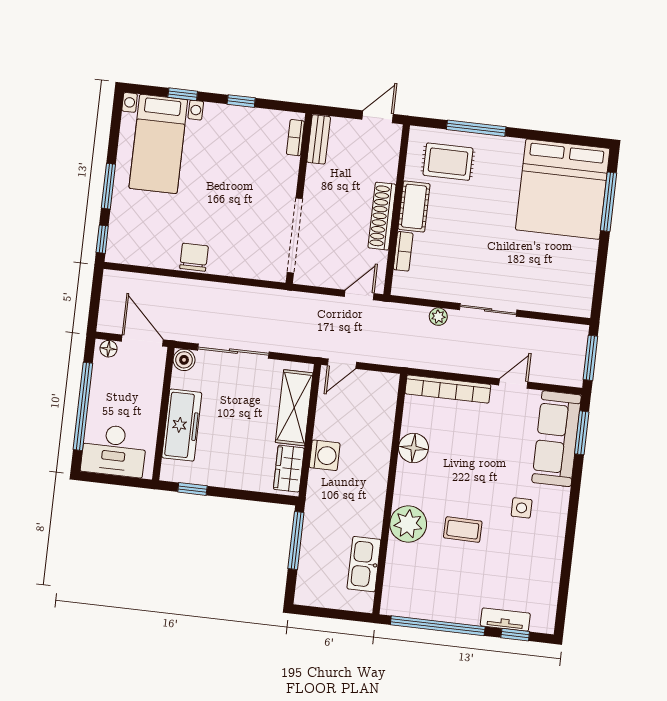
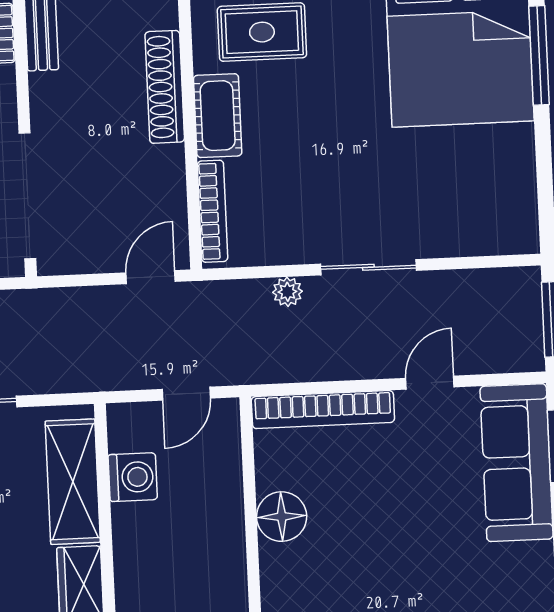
shoe rack: (382, 216) -> (165, 87), moved
bookcase: (403, 251) -> (213, 211), width x1.56
door: (342, 364) -> (186, 394), moved
washing machine: (325, 455) -> (133, 477), moved
side table: (522, 508) -> (477, 587), removed

